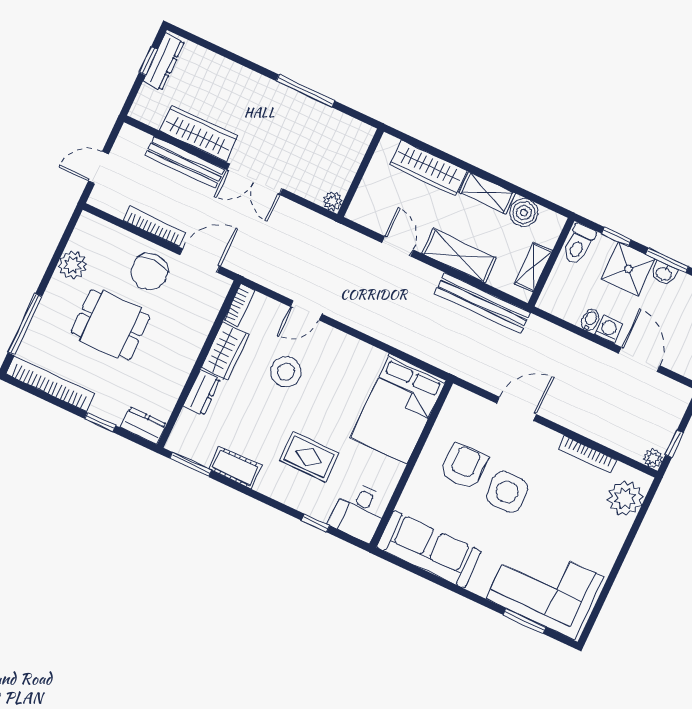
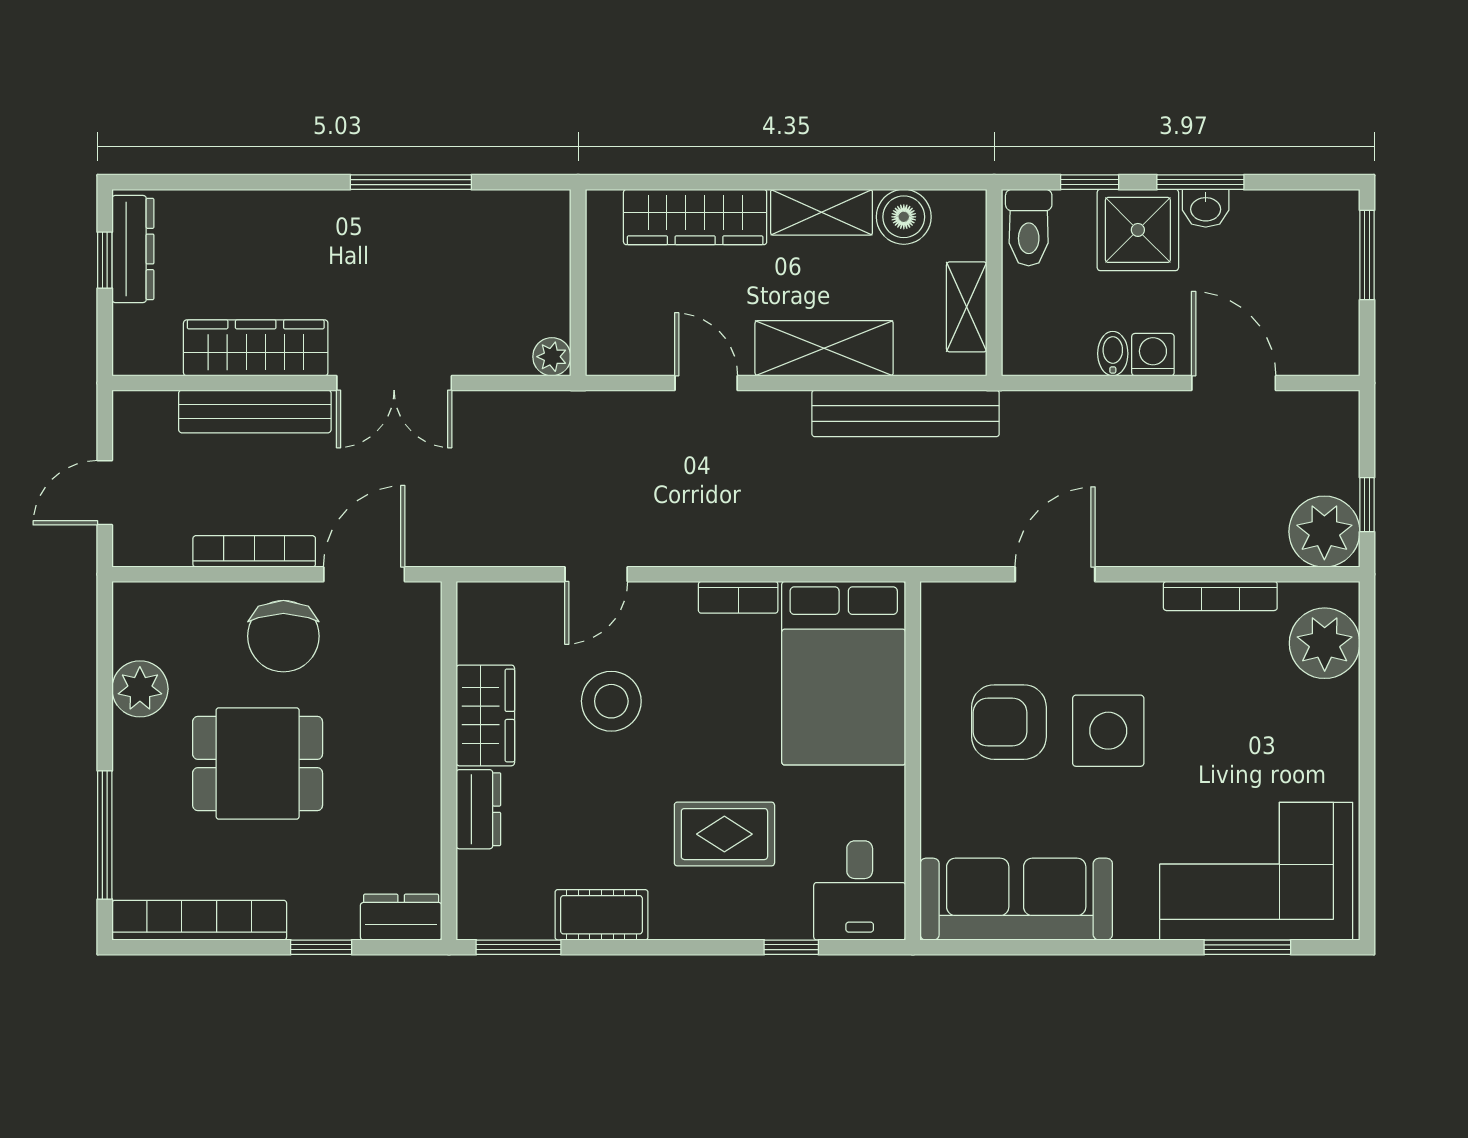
bookcase: (239, 305) -> (738, 597), moved, turned 90
plant: (653, 458) -> (1324, 532), width x1.87, depth x1.87
armchair: (464, 467) -> (1009, 722), turned -90

